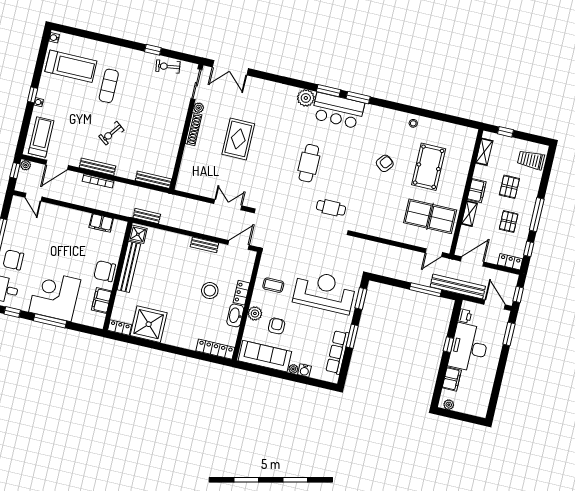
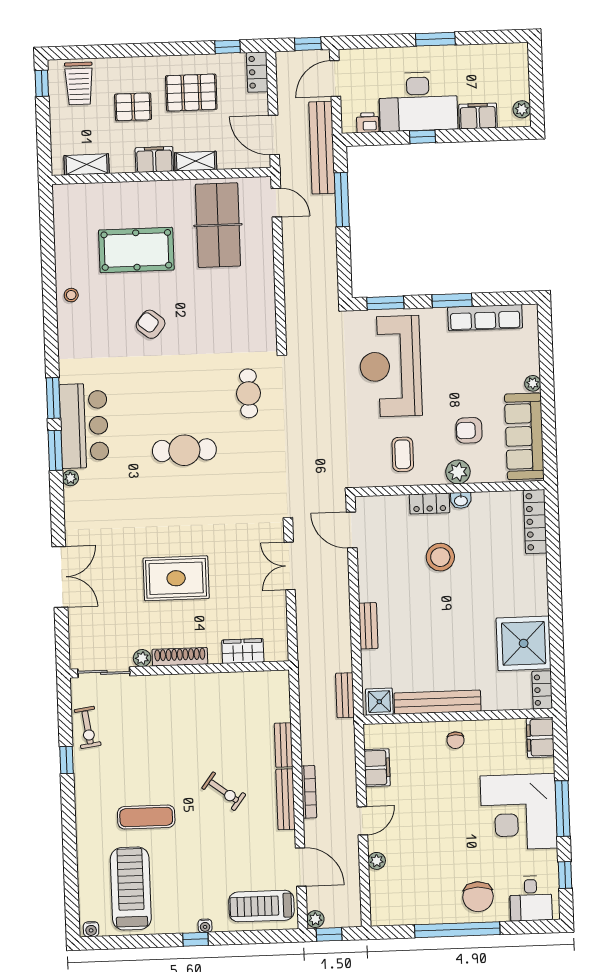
double door: (230, 68) -> (60, 577), moved
plant: (306, 98) -> (70, 478), width x0.53, depth x0.53
window: (506, 132) -> (42, 83), moved
wardrobe: (187, 165) -> (243, 651), added
bench: (153, 180) -> (284, 745), moved, width x0.73
door: (33, 197) -> (362, 821), moved
plant: (49, 208) -> (377, 861), added
window: (537, 215) -> (167, 49), removed
pallet: (509, 222) -> (191, 93), width x1.50, depth x1.42
bench: (204, 245) -> (368, 626), moved
chair: (105, 271) -> (456, 740), width x0.54, depth x0.54
filing cabinet: (102, 301) -> (540, 737), moved, turned 90
washbasin: (235, 315) -> (461, 500), width x0.52, depth x0.69
window: (509, 334) -> (435, 39), moved
water cooler: (304, 370) -> (530, 364), removed

